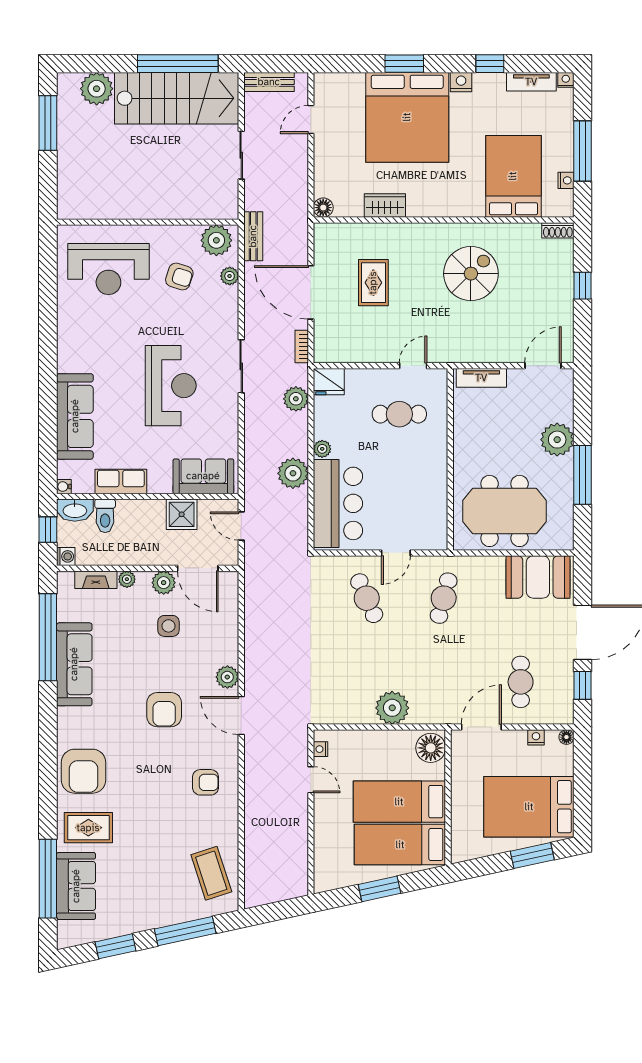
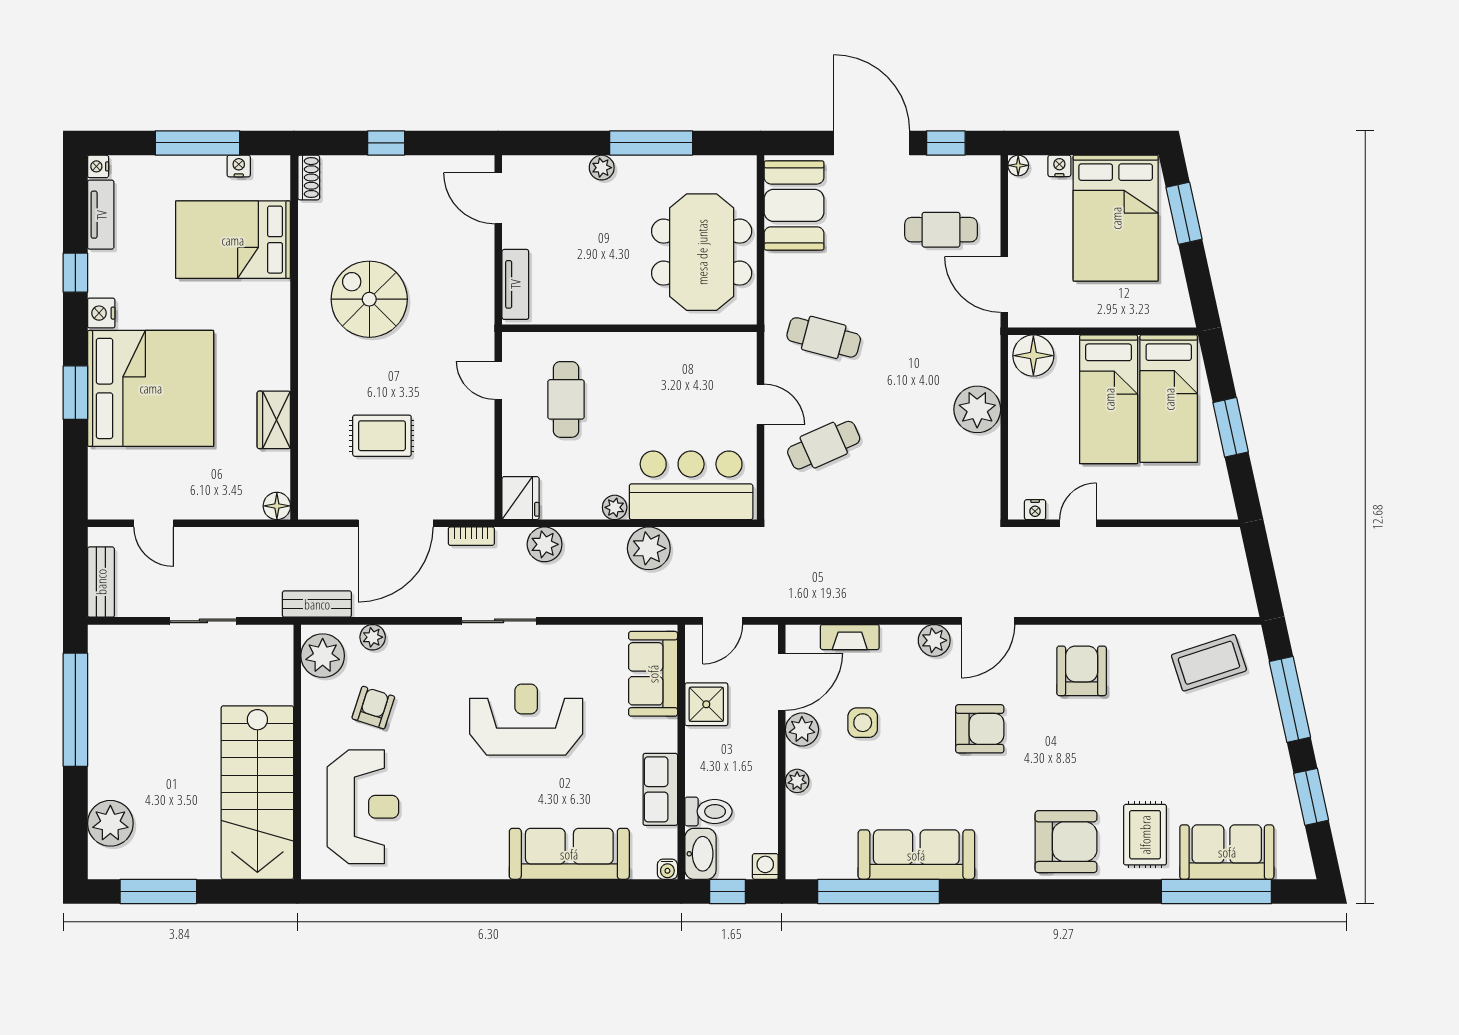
stairs: (177, 98) -> (257, 793), moved, turned 180
plant: (557, 440) -> (602, 168), width x0.53, depth x0.53
fireplace: (96, 580) -> (850, 637), moved, turned 90
nightstand: (536, 737) -> (1059, 166), moved, turned 90
armchair: (205, 782) -> (1082, 671), width x1.38, depth x1.38

